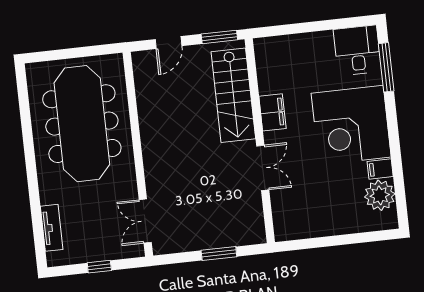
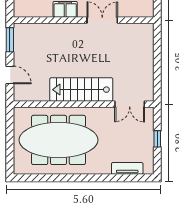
stairs: (233, 95) -> (81, 90), moved, turned 180
window: (219, 253) -> (157, 56), removed

